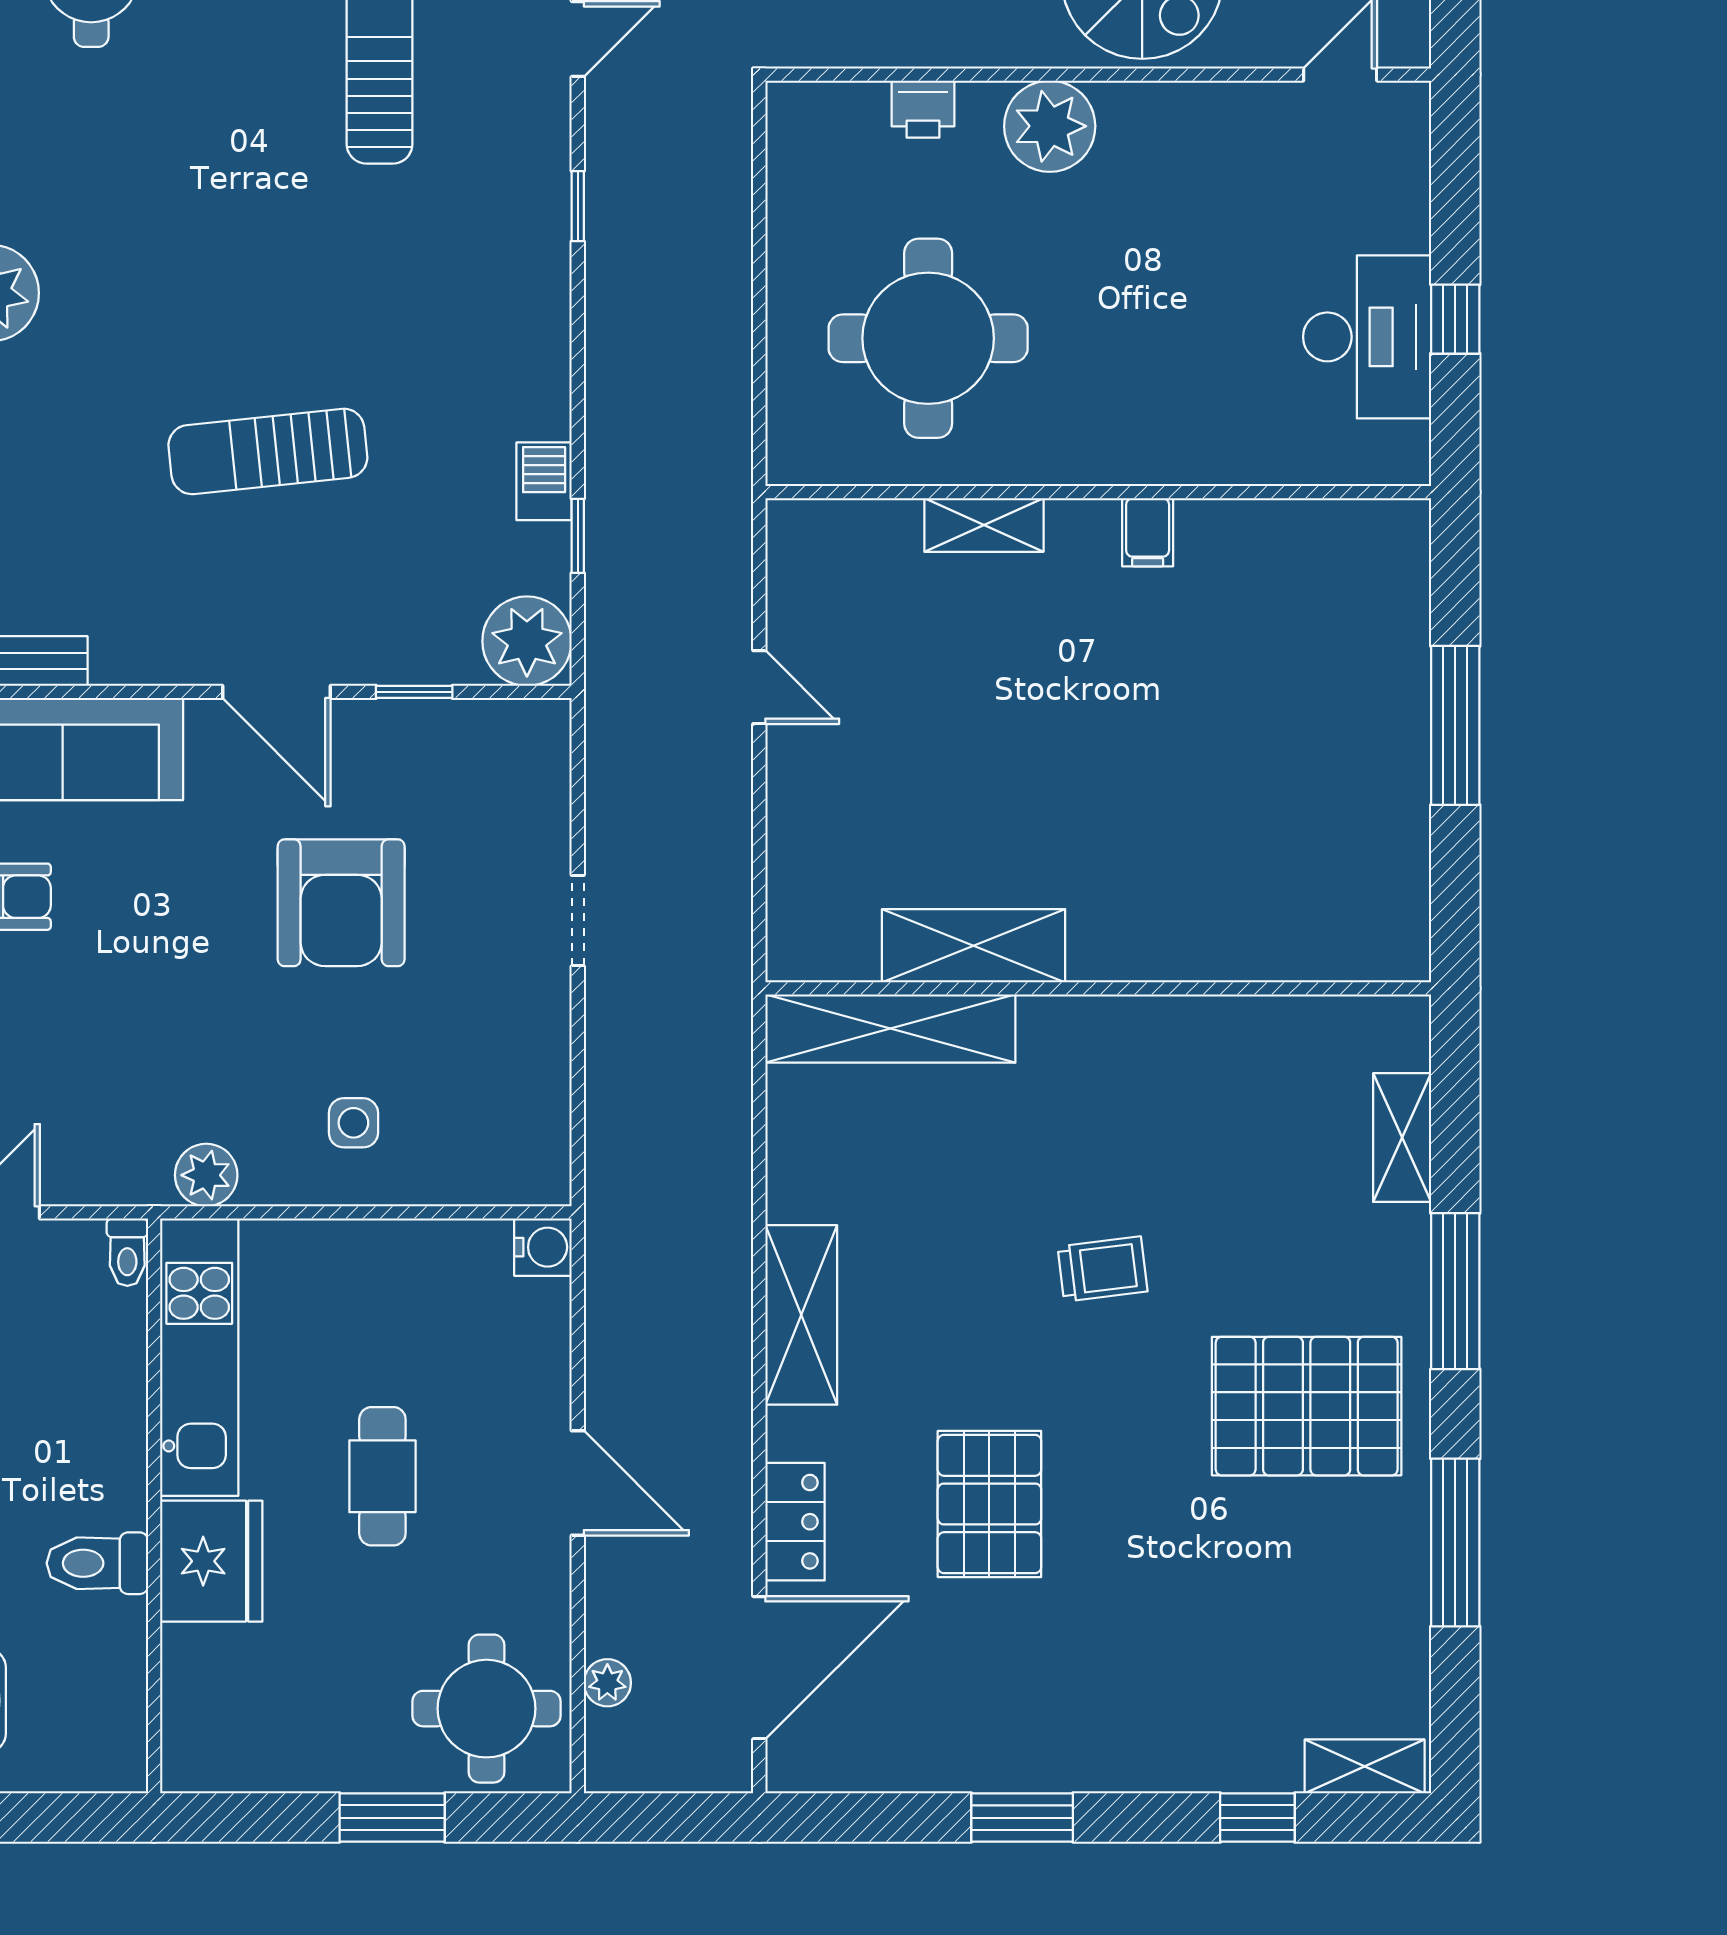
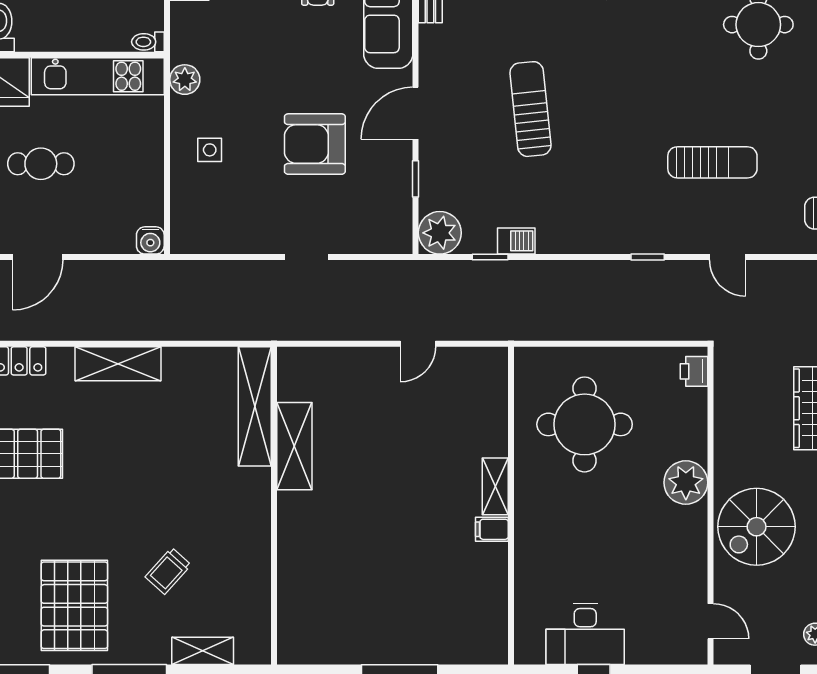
printer: (923, 109) -> (694, 371), moved
shelving: (984, 525) -> (495, 486), moved
trolley: (1102, 1269) -> (168, 571), moved, turned 49

